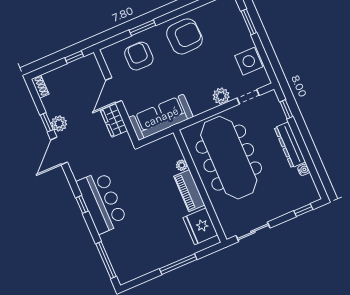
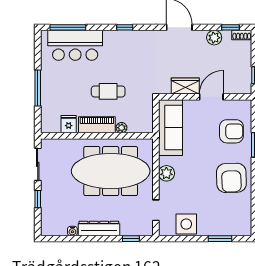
door: (114, 90) -> (211, 97), hinge flipped
plant: (221, 96) -> (166, 173), moved
window: (47, 122) -> (231, 27), moved
plant: (59, 124) -> (214, 38), moved
cafe table: (152, 194) -> (108, 91), added
bar counter: (102, 202) -> (75, 45), moved
window: (303, 210) -> (38, 199), moved
fridge: (200, 226) -> (69, 124), width x0.53, depth x0.75

